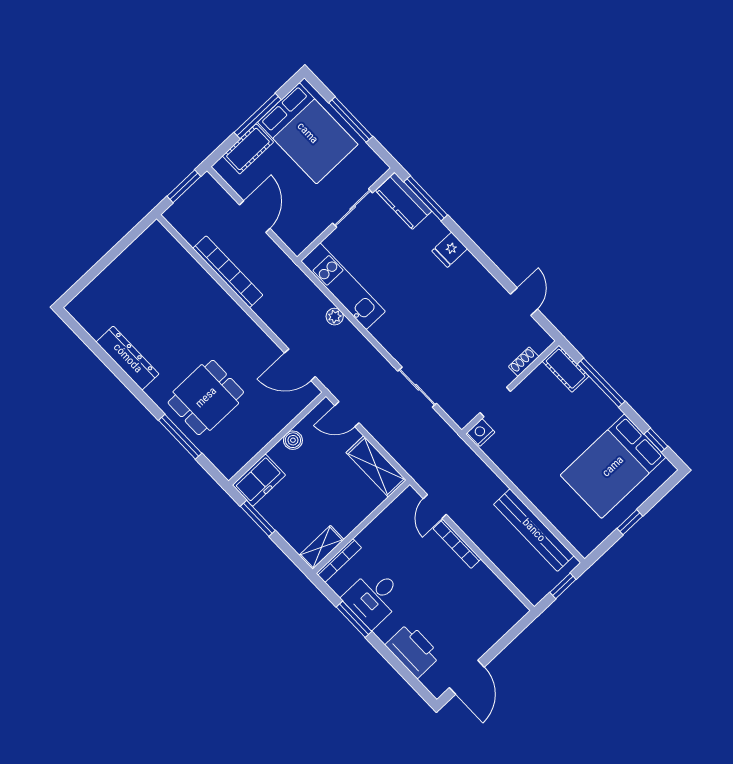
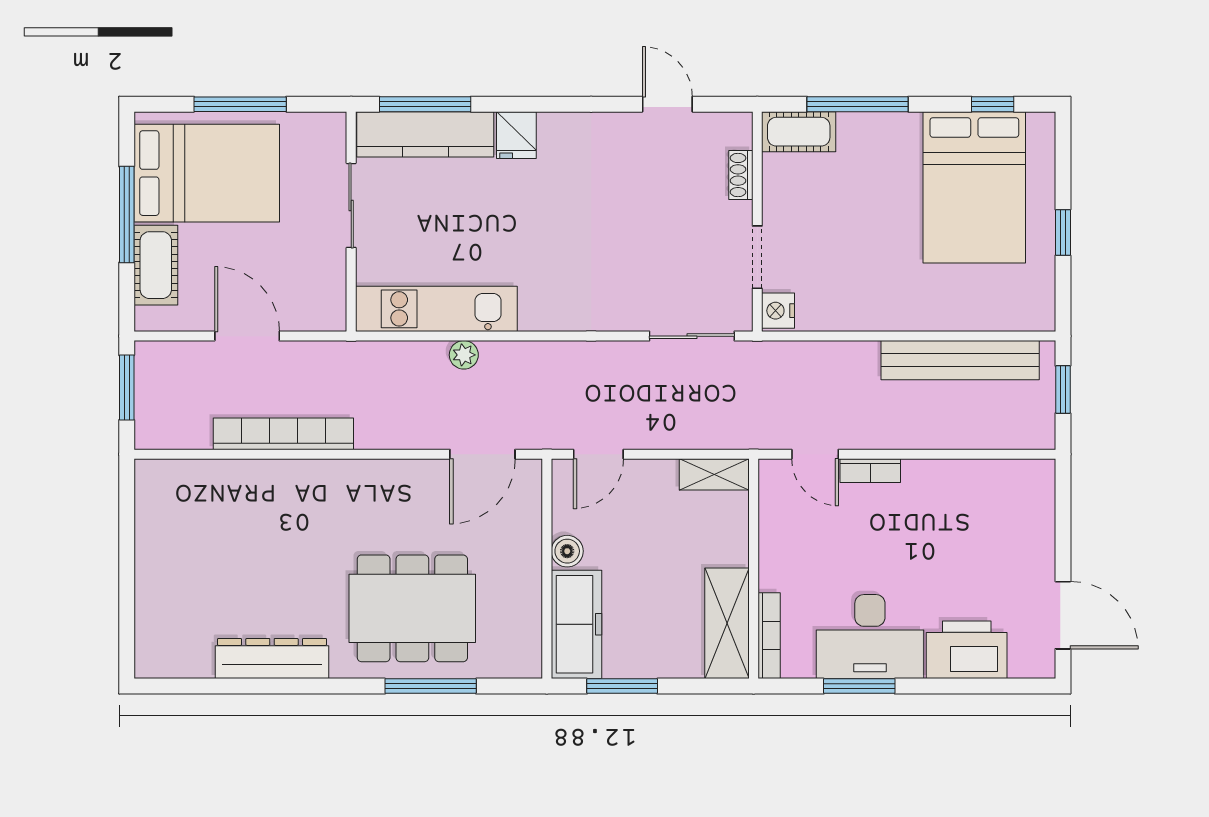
kitchen counter: (404, 201) -> (425, 134), width x1.50
sliding door: (417, 387) -> (692, 336), moved
dining table: (206, 397) -> (412, 608), width x1.38
shelving: (376, 466) -> (714, 474), width x0.67, depth x0.75
freezer: (259, 480) -> (576, 624), width x1.40
bookcase: (457, 544) -> (870, 471), width x0.64
shelving: (321, 547) -> (727, 623), width x1.50, depth x1.33
desk: (373, 598) -> (870, 637), width x1.37

